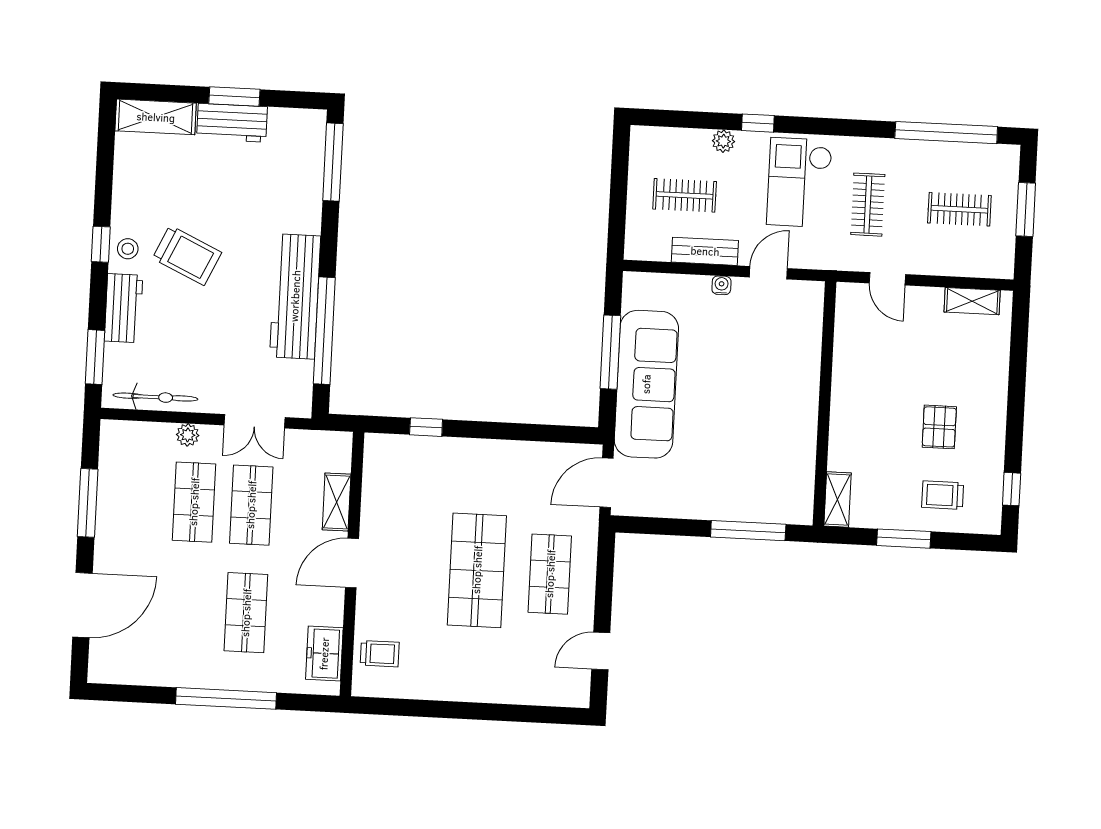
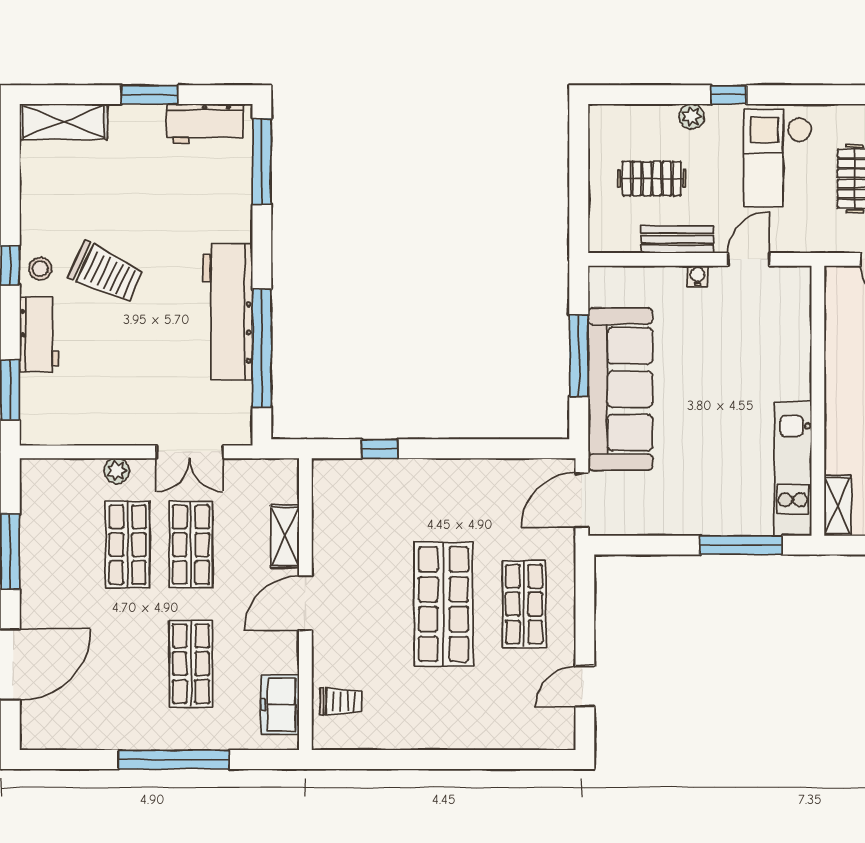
workbench: (232, 123) -> (205, 124), moved
bicycle: (155, 397) -> (79, 431), removed
kitchen unit: (799, 464) -> (793, 469), added

